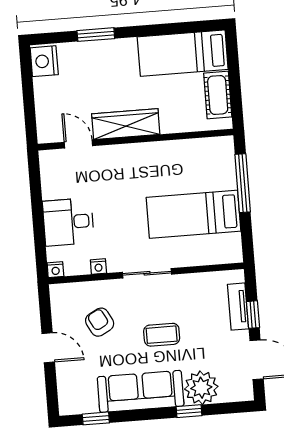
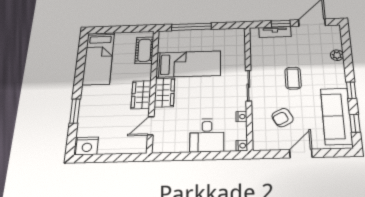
cot: (218, 95) -> (144, 50), moved, turned 90
wardrobe: (126, 124) -> (141, 95), width x0.67
wardrobe: (131, 157) -> (164, 93), added
bed: (194, 214) -> (188, 64), moved, turned -90
plant: (201, 388) -> (337, 55), width x0.53, depth x0.53
sofa: (141, 391) -> (336, 116), moved
window: (189, 411) -> (351, 90), moved

